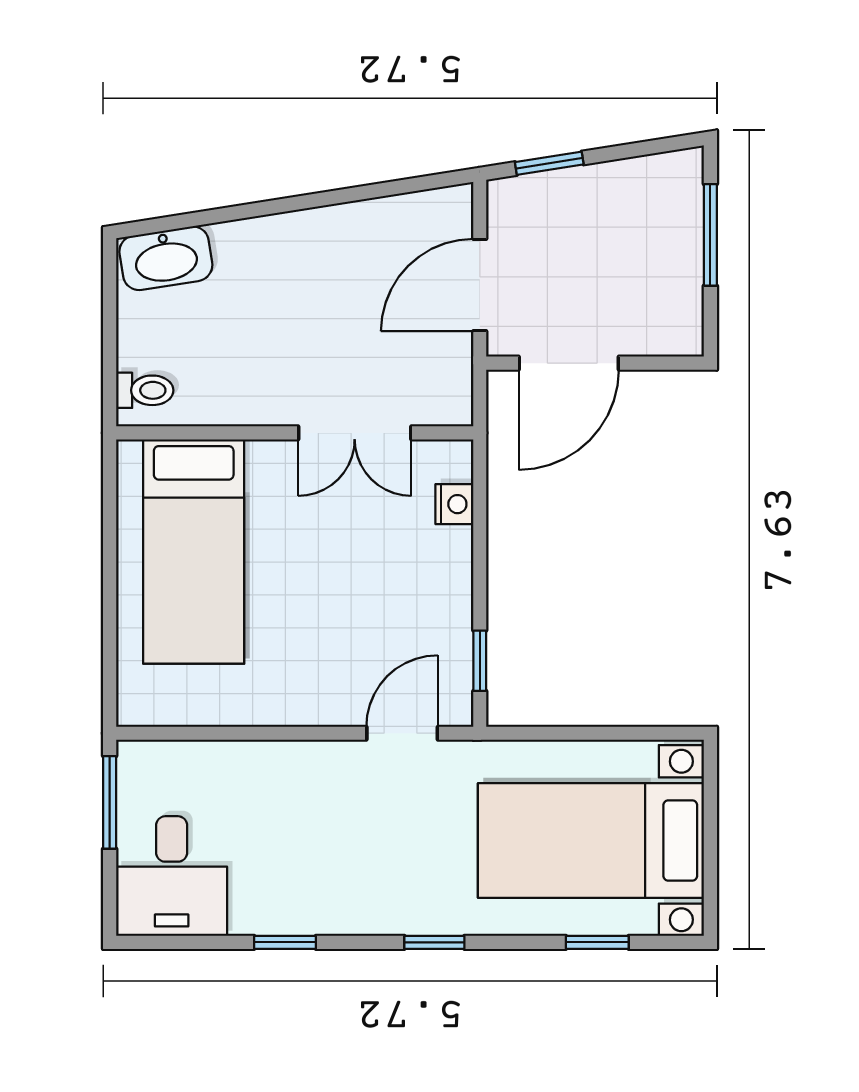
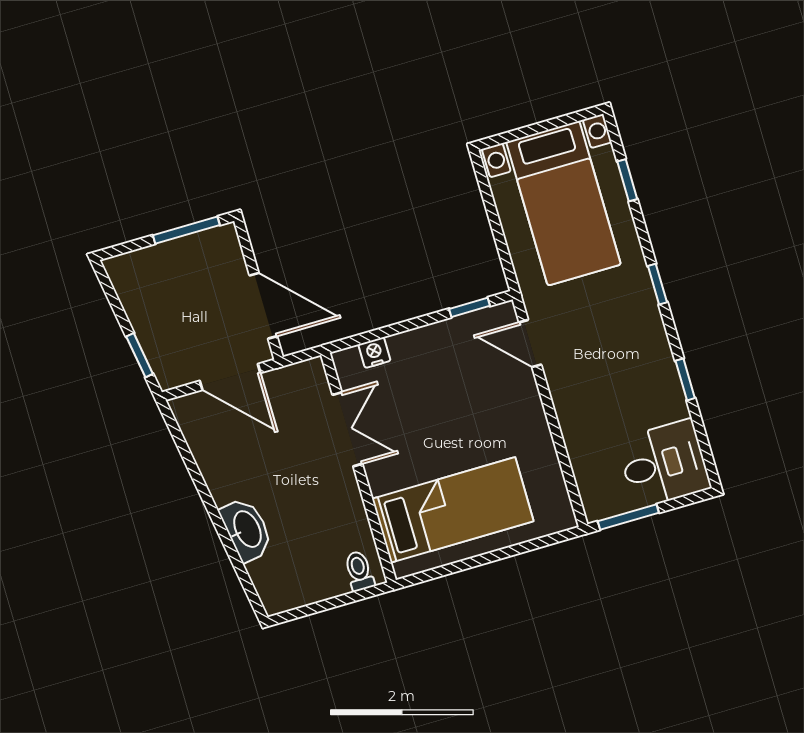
window: (710, 235) -> (186, 230), moved
washbasin: (166, 258) -> (246, 530), moved

